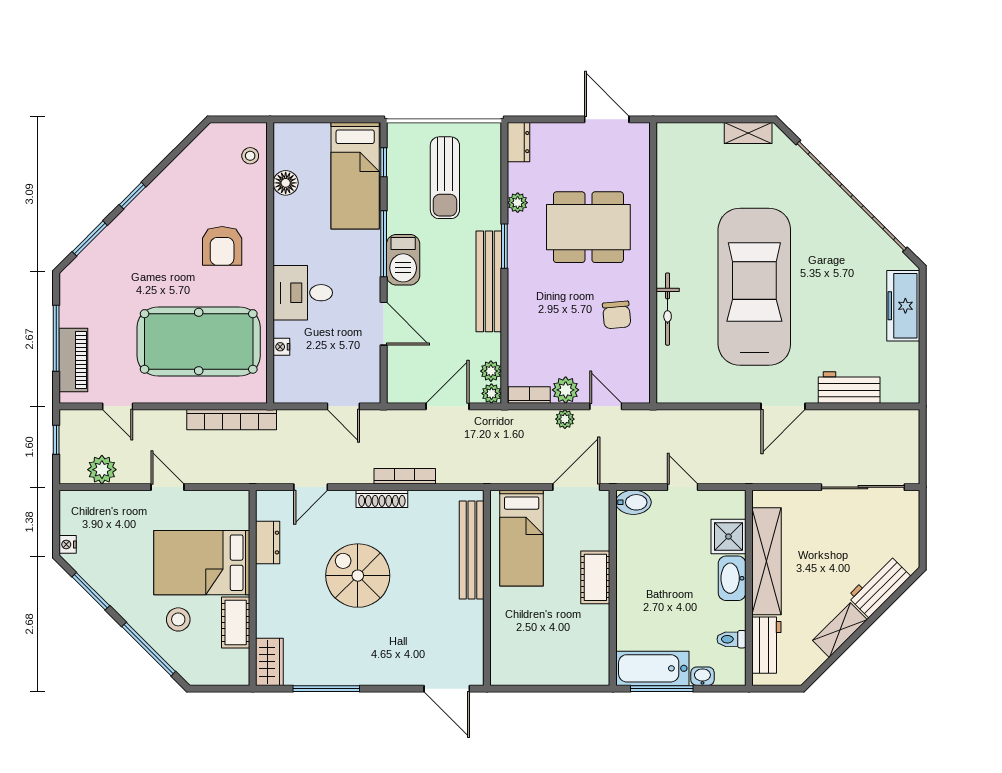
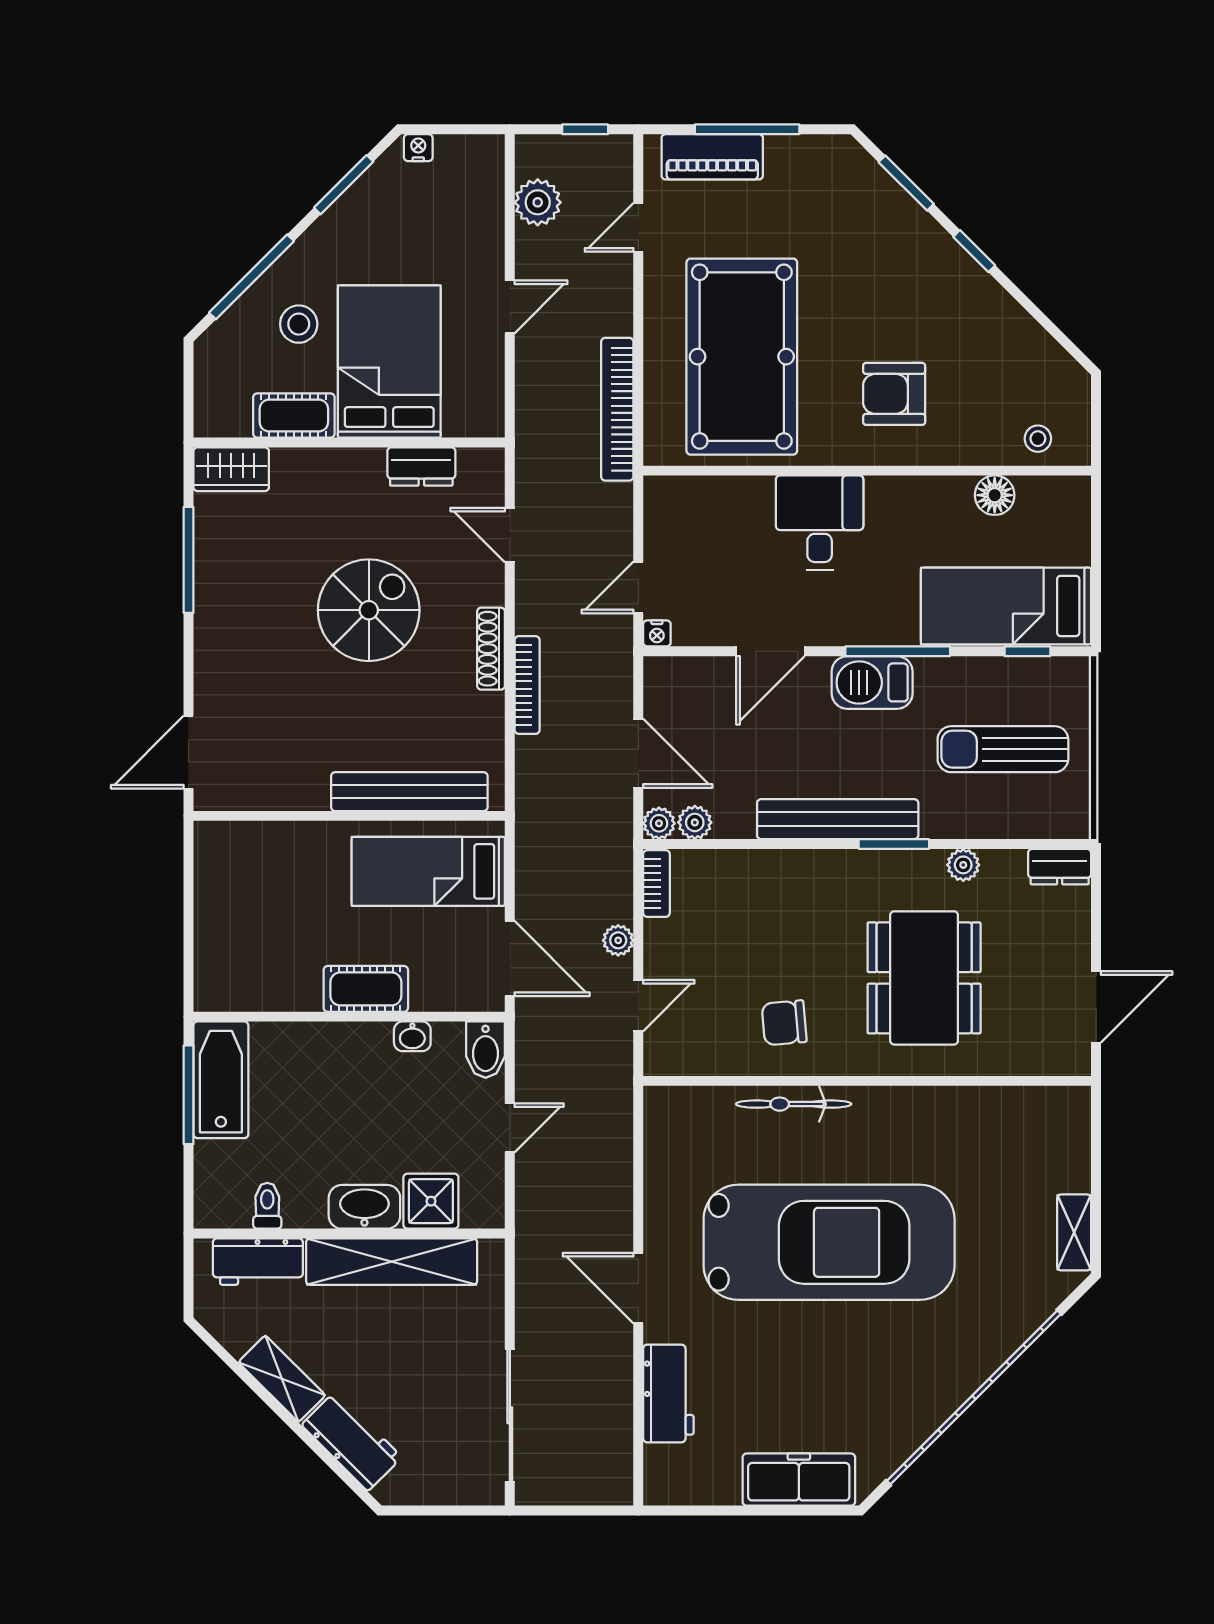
nightstand: (281, 347) -> (657, 633), moved, turned 180
plant: (566, 390) -> (665, 941), removed
washbasin: (702, 676) -> (412, 1036), moved, turned 90

